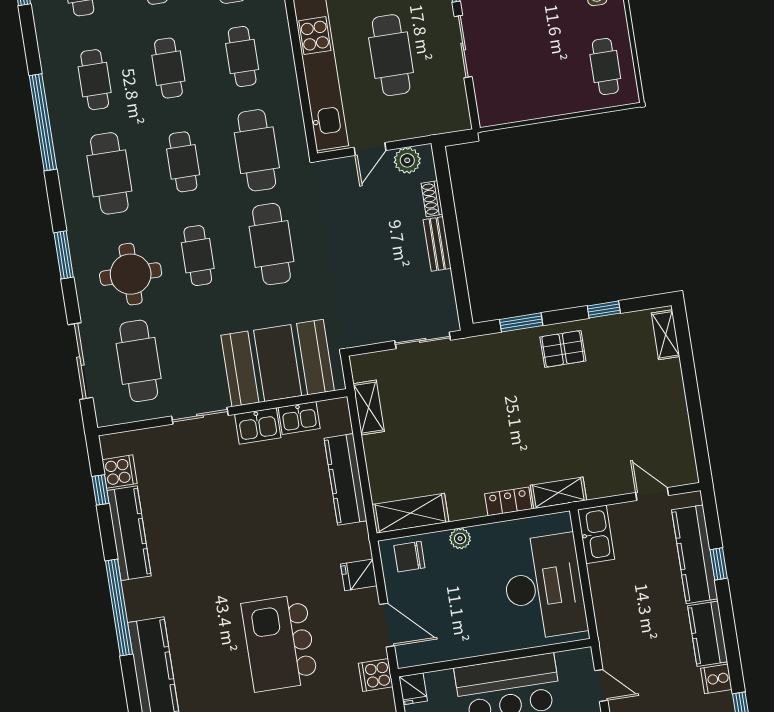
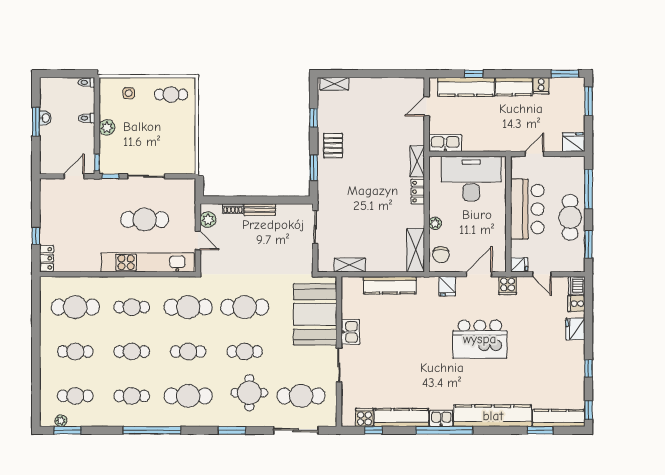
kitchen sink: (299, 418) -> (441, 418), moved, turned -90

